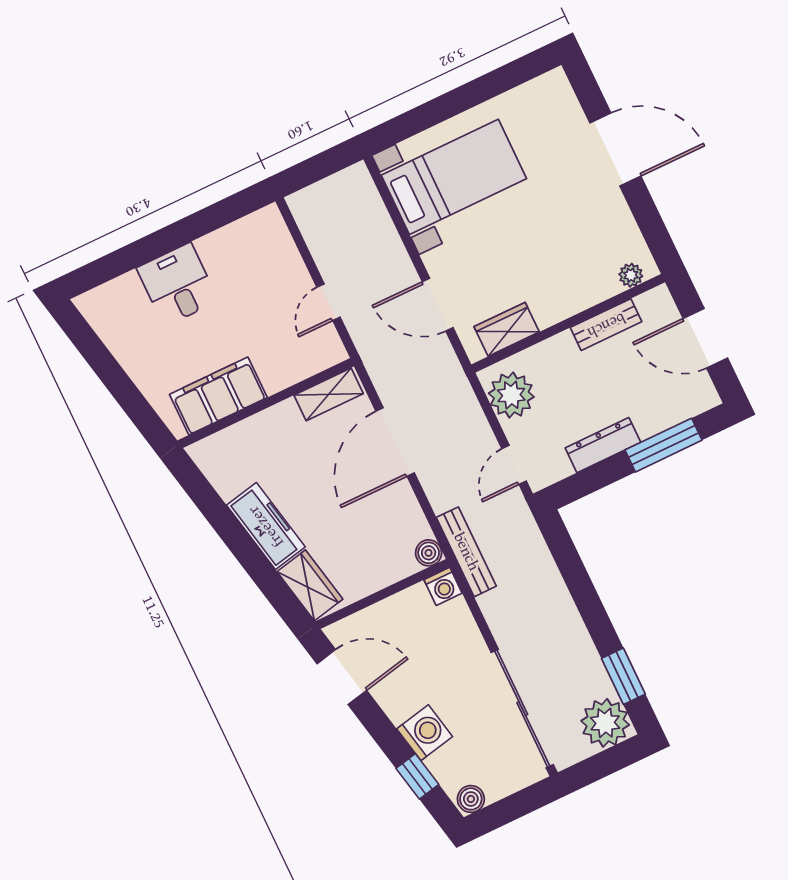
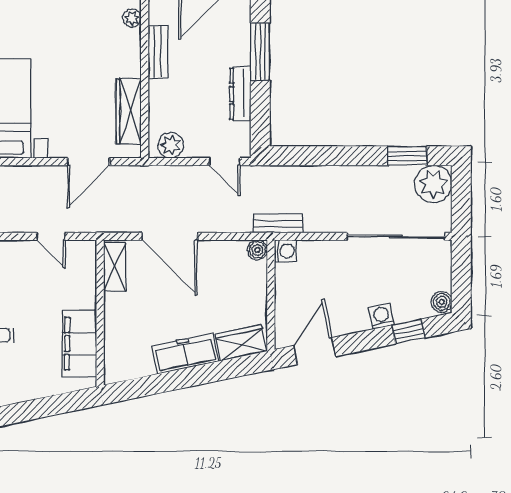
wardrobe: (507, 329) -> (128, 111), width x1.50
plant: (511, 395) -> (171, 145), width x0.73, depth x0.73
bench: (466, 552) -> (278, 224), width x0.73
washing machine: (425, 733) -> (381, 316), width x0.73, depth x0.73

